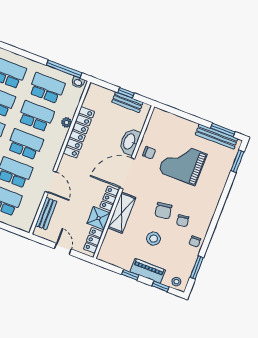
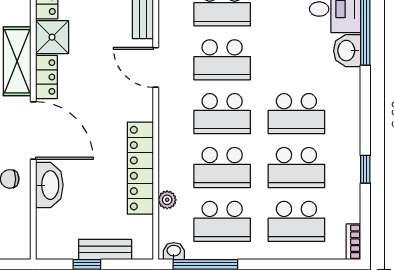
bench: (127, 102) -> (105, 249), moved
plant: (67, 123) -> (167, 200), moved
door: (127, 173) -> (33, 130), hinge flipped

